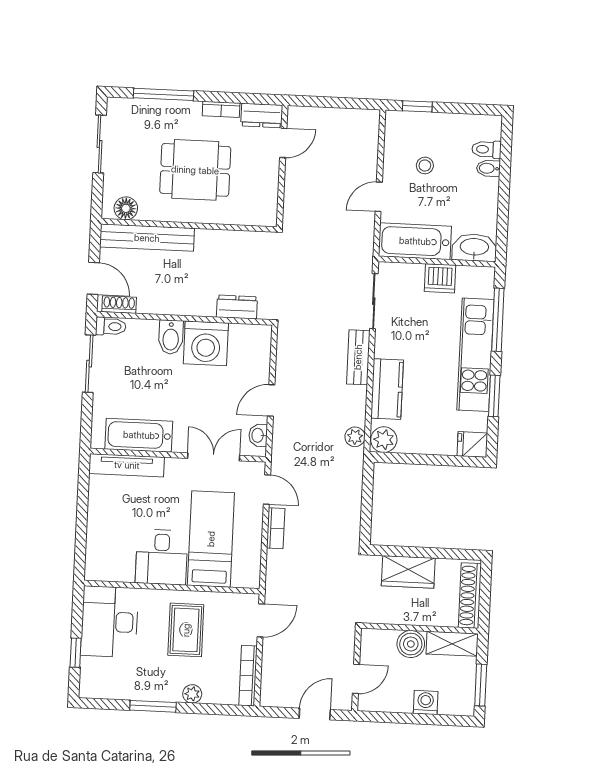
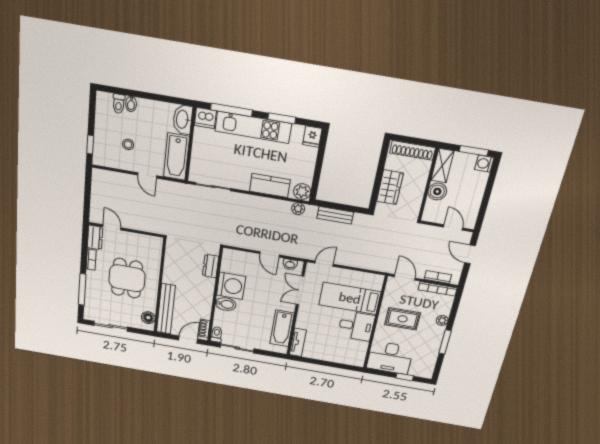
dishwasher: (440, 278) -> (205, 118), moved, turned 90
bench: (358, 357) -> (335, 215), moved
tv unit: (127, 465) -> (298, 342), width x0.71
bookcase: (276, 528) -> (438, 277), moved
washing machine: (426, 703) -> (484, 164), moved

